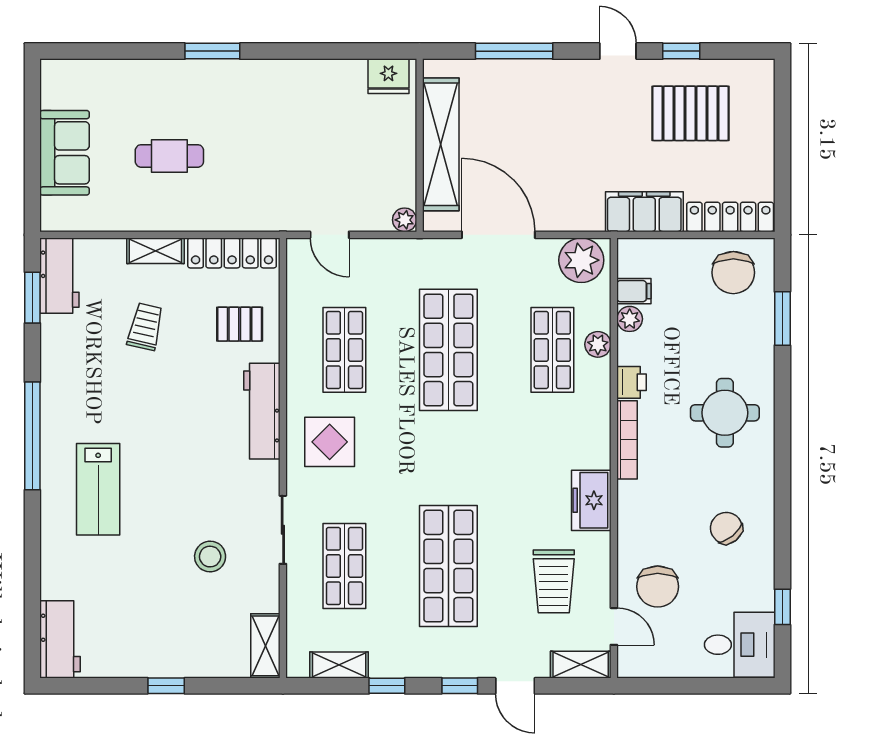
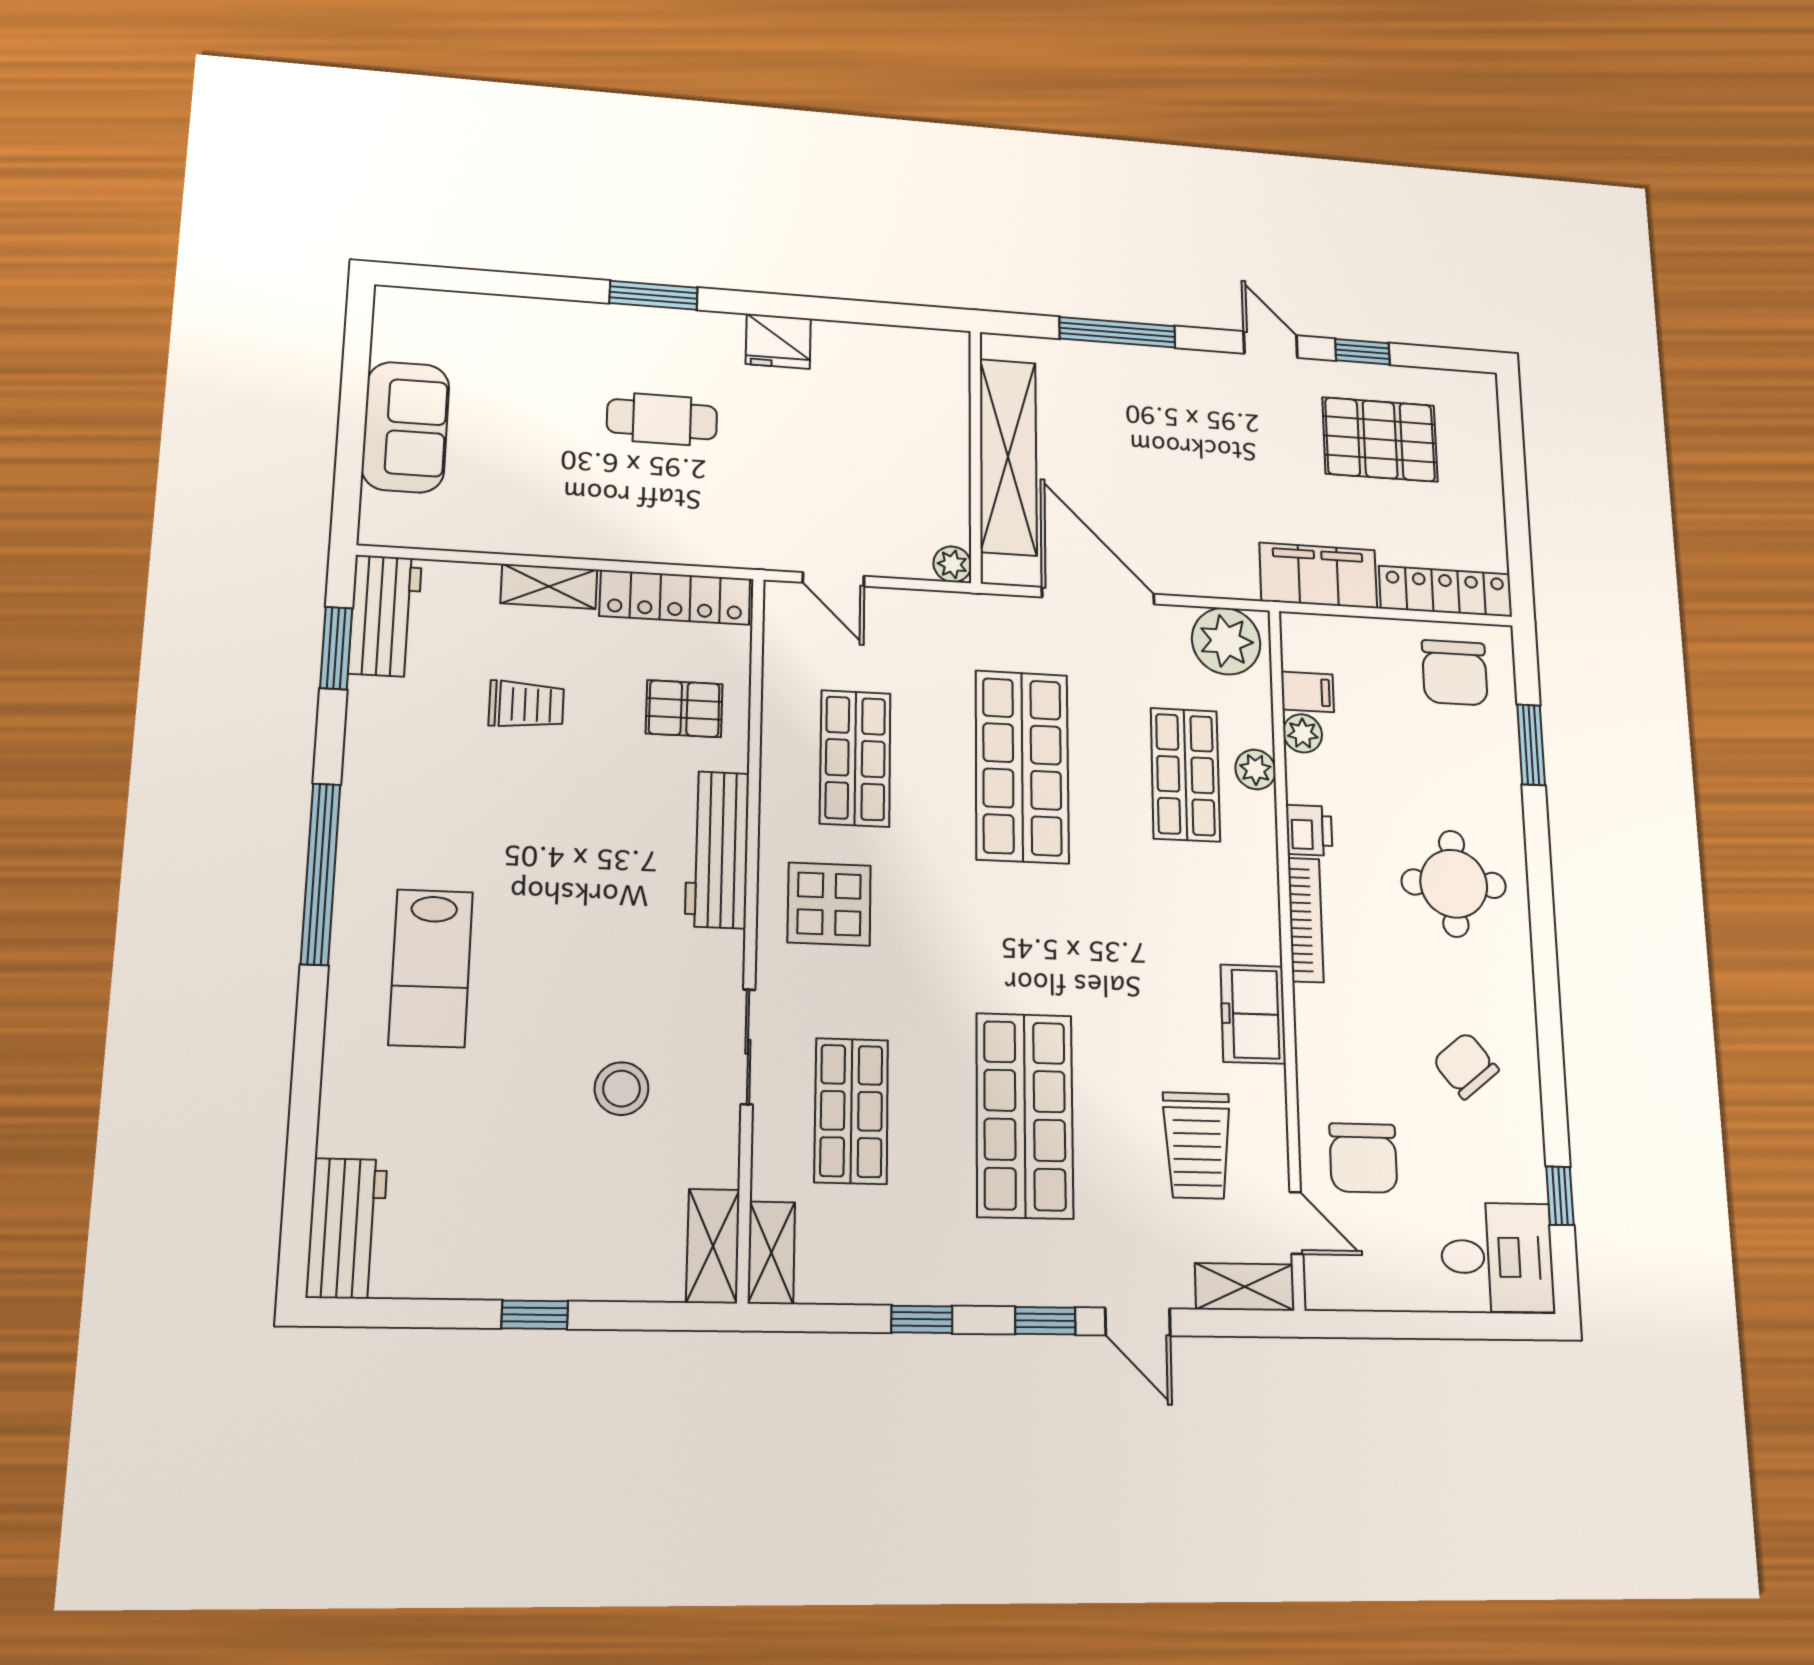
fridge: (388, 76) -> (778, 341), moved
cafe table: (169, 156) -> (662, 419), moved
trolley: (145, 327) -> (526, 705), turned 77
shelving: (339, 665) -> (771, 1253), moved, turned 90

